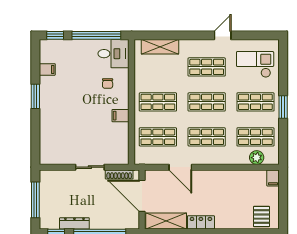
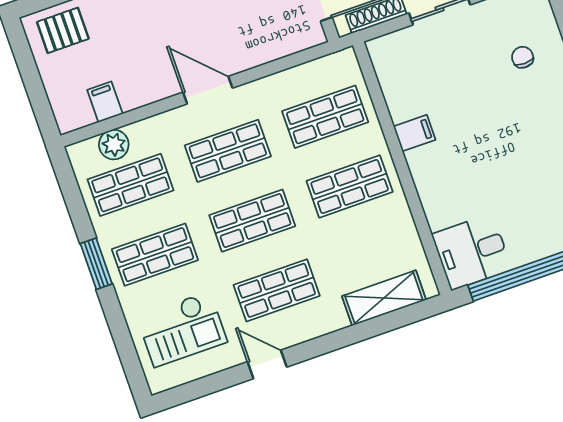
door: (223, 35) -> (267, 364), swing flipped
chair: (108, 84) -> (523, 57), moved
door: (180, 167) -> (208, 90), moved
filing cabinet: (273, 178) -> (105, 102), moved
pallet: (262, 217) -> (63, 30), turned 90

